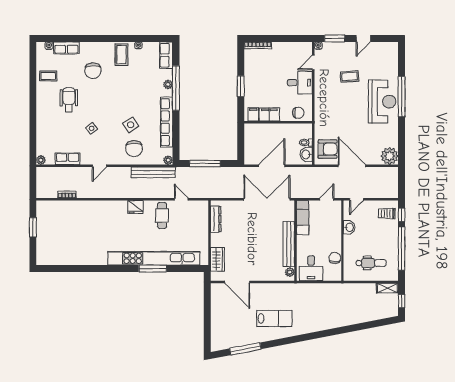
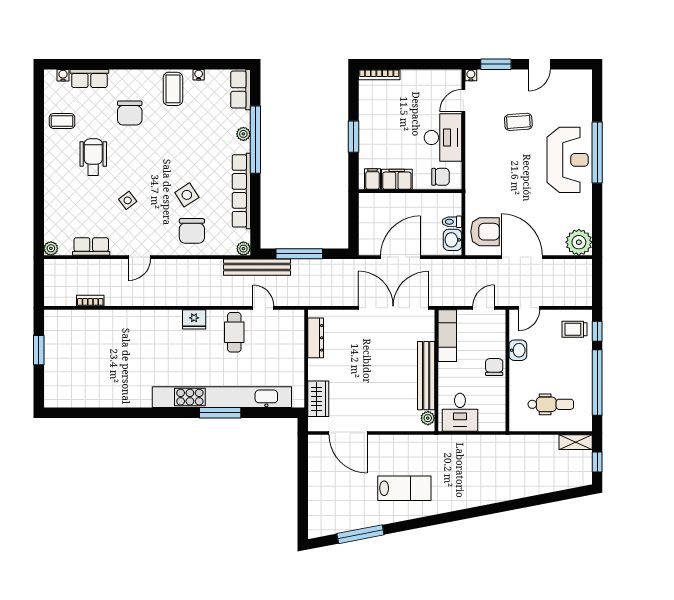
desk: (300, 83) -> (443, 138), width x1.37
bench: (153, 172) -> (257, 267), moved
chair: (335, 258) -> (494, 367), moved

